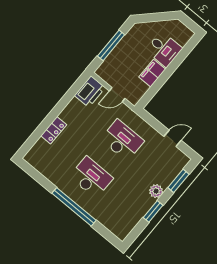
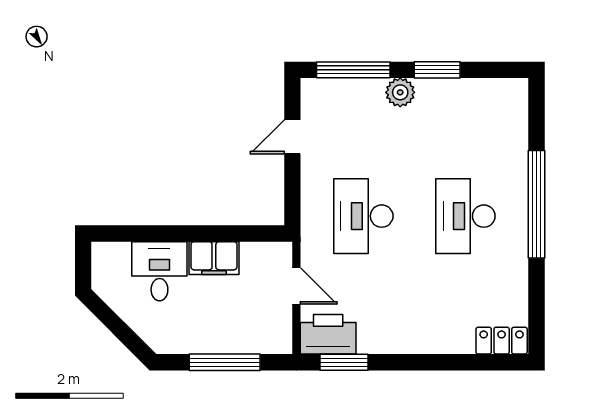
window: (75, 89) -> (344, 362), added
locker: (54, 130) -> (502, 341), moved
door: (173, 138) -> (292, 137), hinge flipped
window: (178, 181) -> (353, 70), width x1.44

